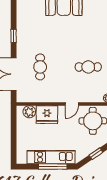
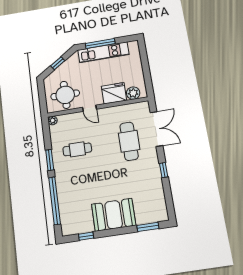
cafe table: (40, 67) -> (129, 141), width x1.37, depth x1.35
door: (72, 104) -> (89, 108), swing flipped

